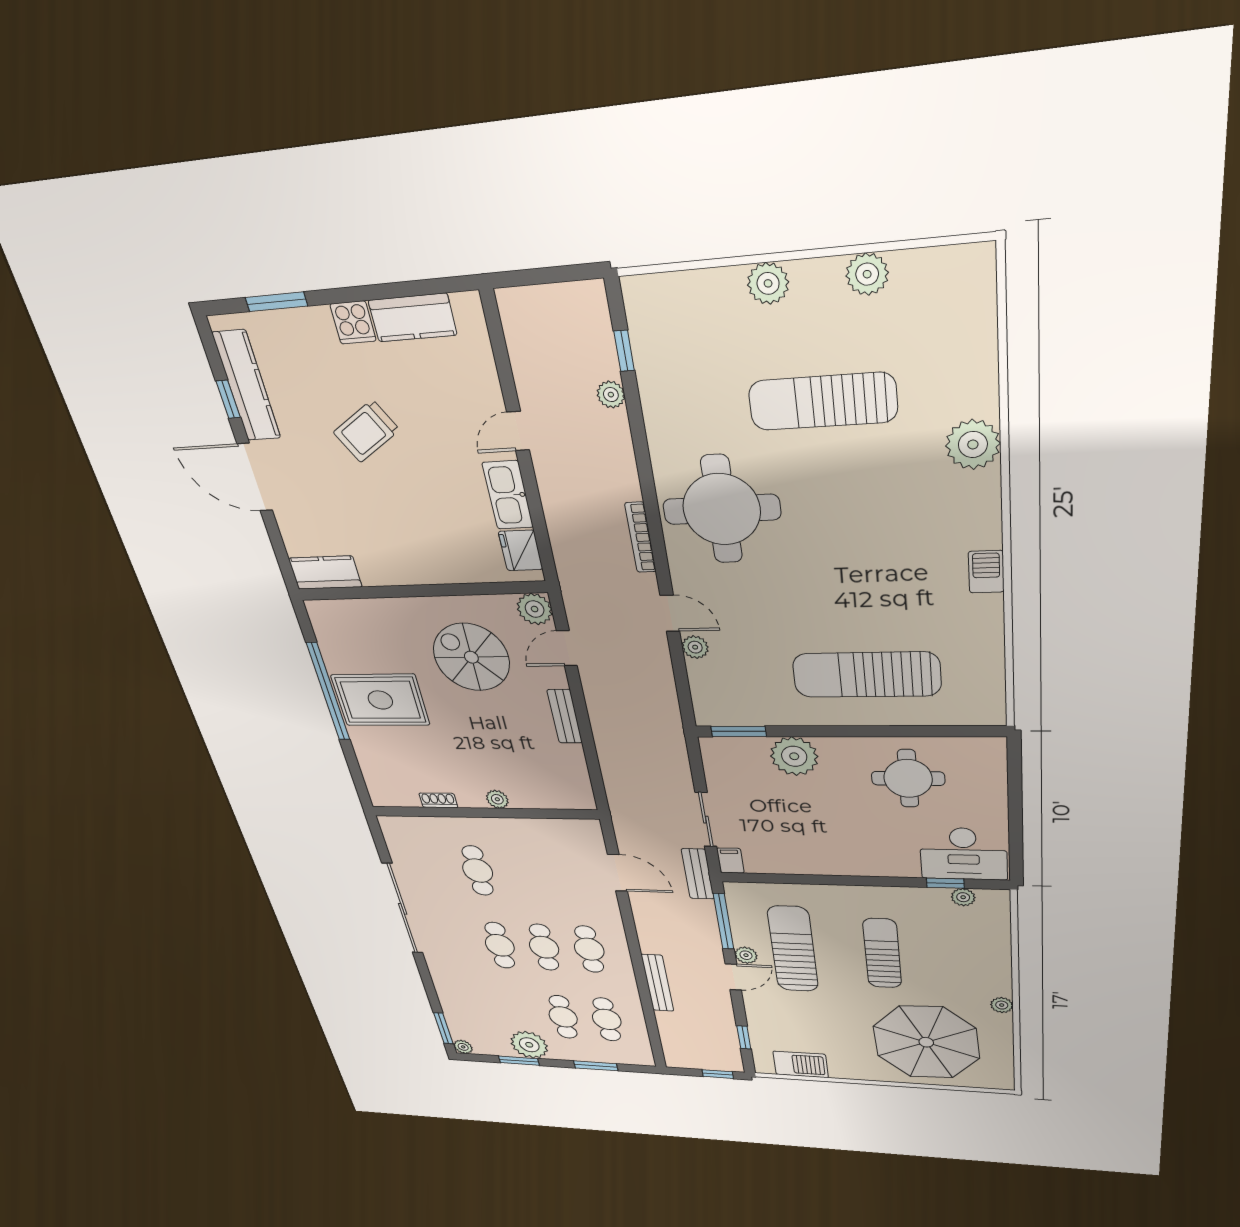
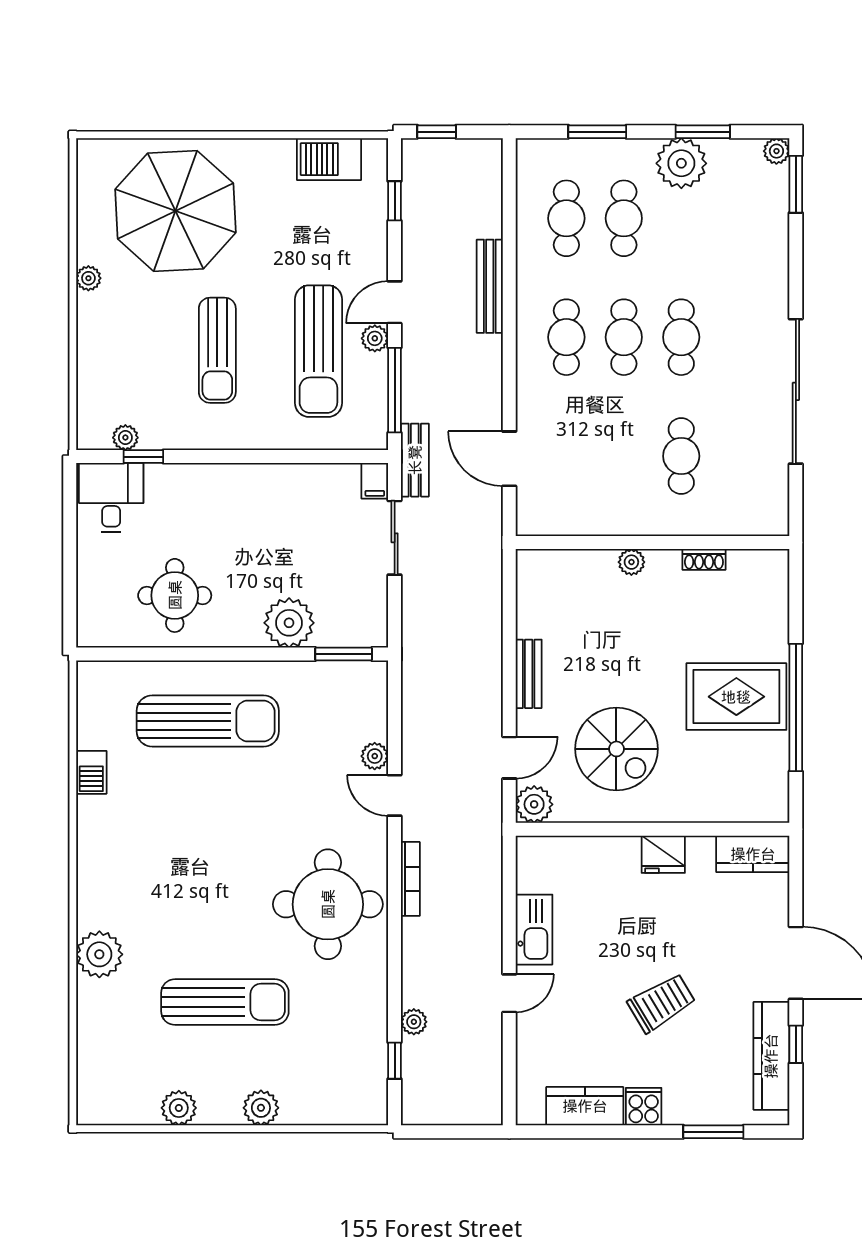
fridge: (521, 550) -> (663, 854), moved, turned 90
barbecue: (986, 572) -> (91, 772), moved
desk: (963, 854) -> (111, 498), width x0.73

